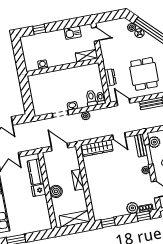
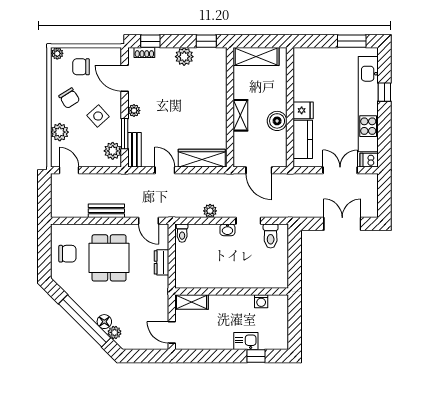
kitchen sink: (73, 33) -> (246, 341), moved
toilet: (91, 98) -> (271, 236), moved
boiler: (56, 191) -> (277, 121), moved
plant: (132, 208) -> (184, 57), moved

